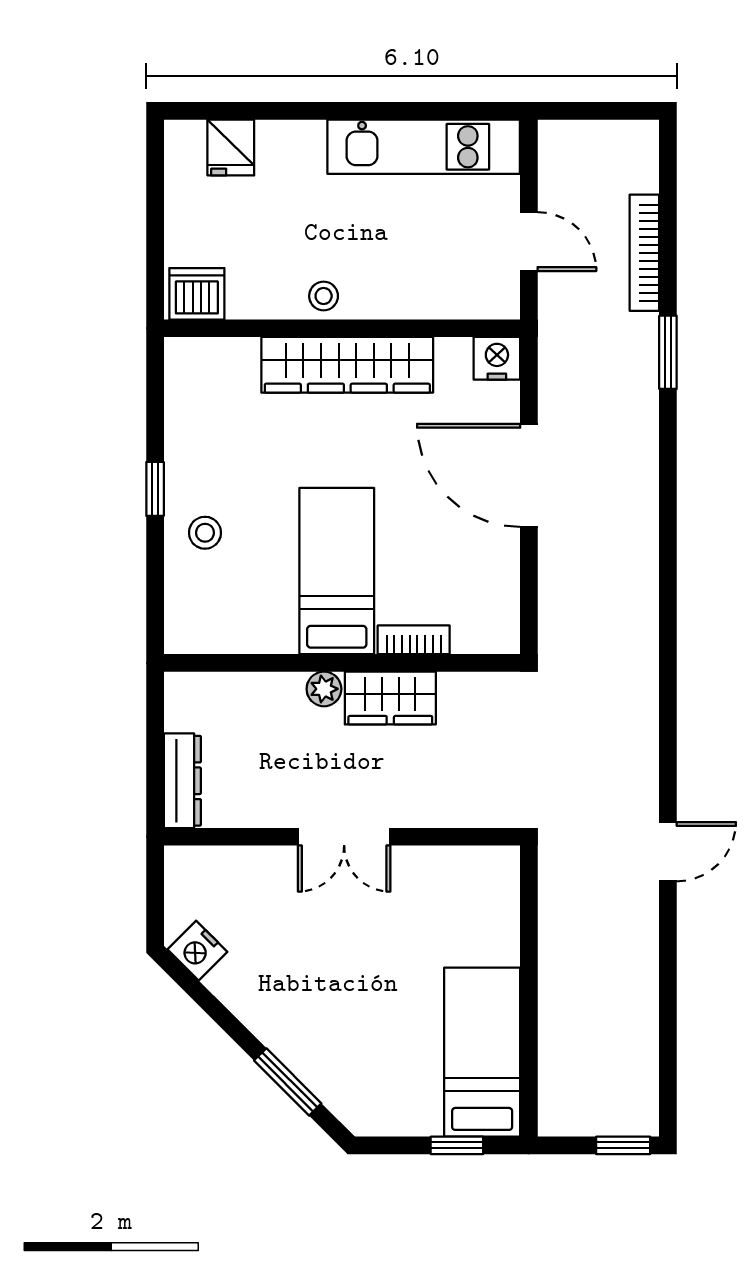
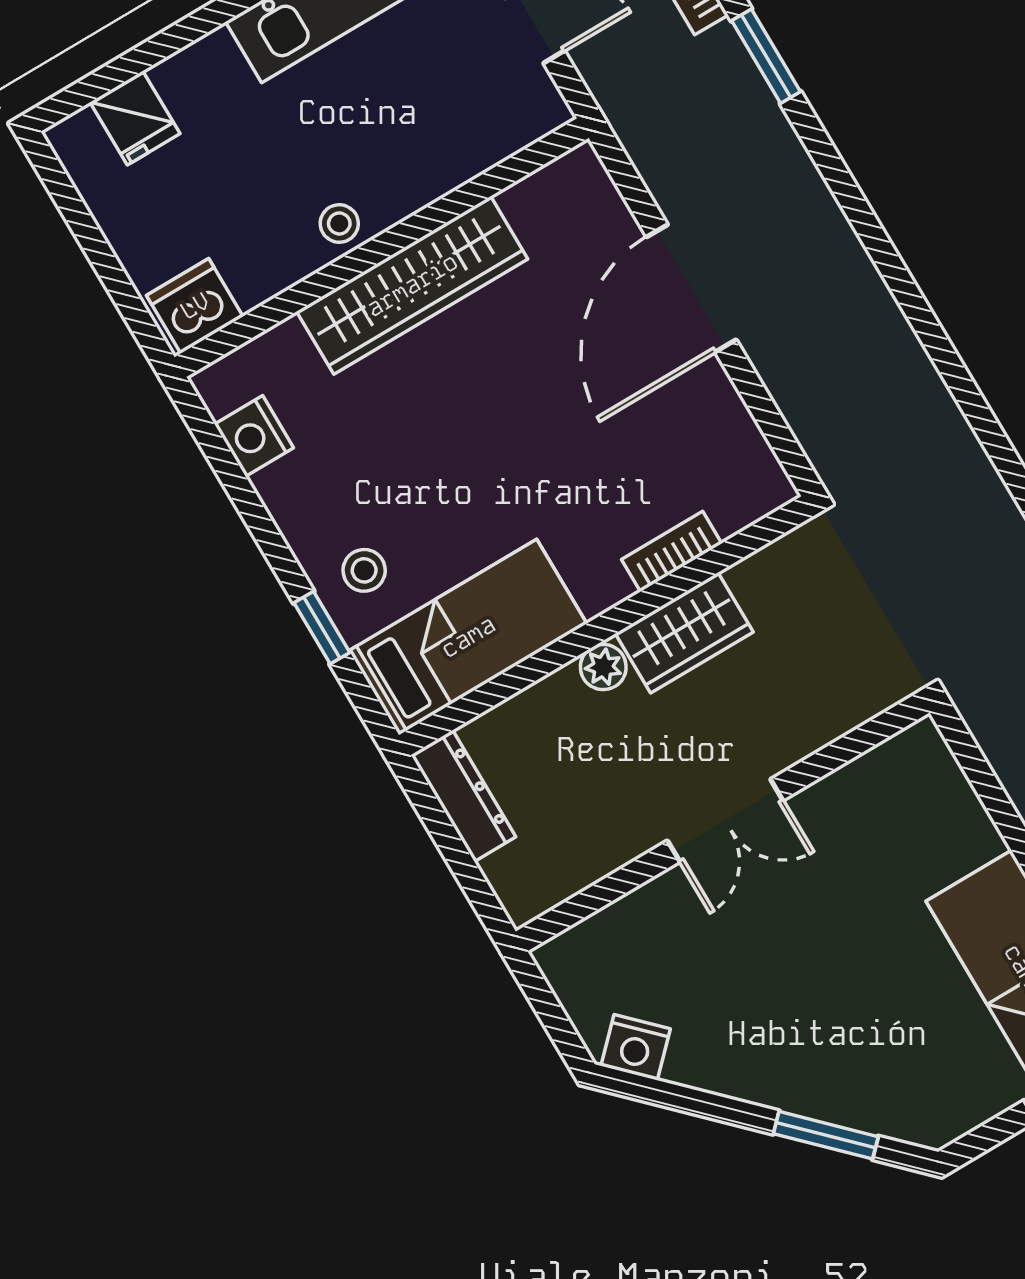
nightstand: (497, 358) -> (254, 436), moved, turned -90
door: (529, 475) -> (691, 288), hinge flipped
window: (155, 489) -> (322, 628), moved
bed: (337, 571) -> (468, 637), moved, turned 90
dresser: (182, 781) -> (463, 796), moved

